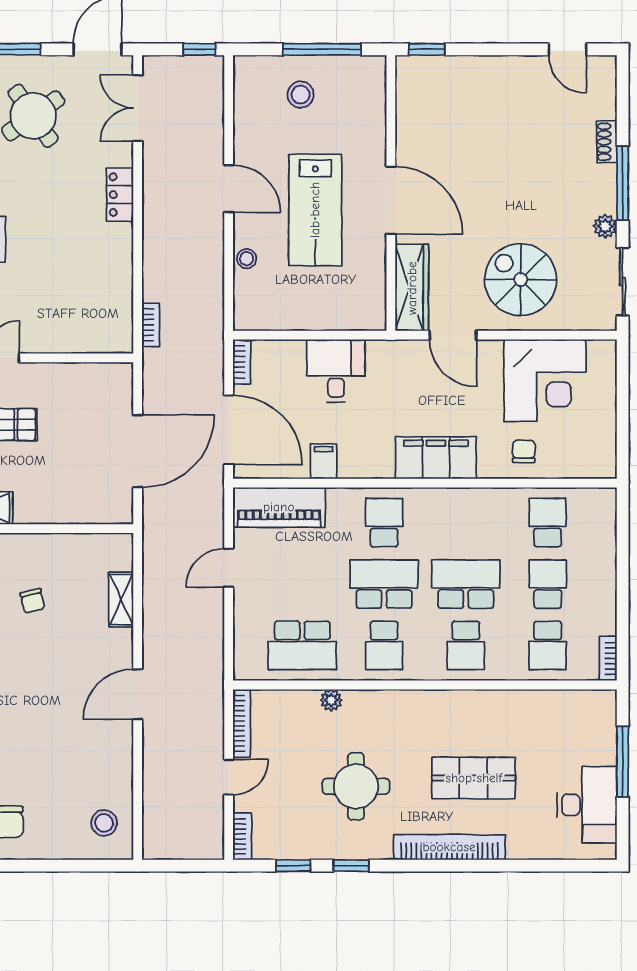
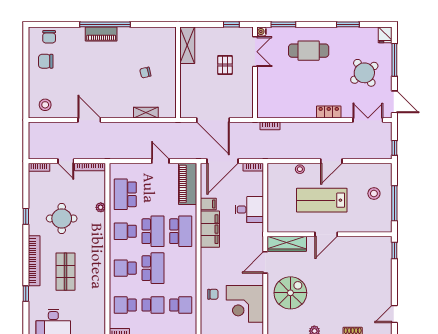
door: (391, 200) -> (326, 234), width x0.73
filing cabinet: (436, 458) -> (210, 229), moved
school desk: (384, 523) -> (181, 231), width x1.85
door: (138, 694) -> (89, 120), moved
window: (293, 866) -> (26, 294), moved

